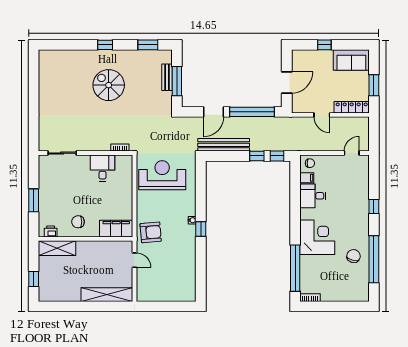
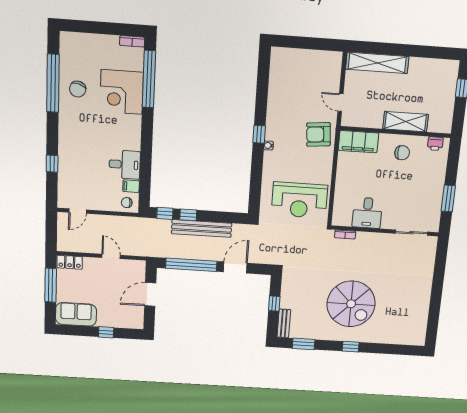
bench: (167, 77) -> (284, 323), moved
window: (177, 81) -> (274, 303), width x0.46
spiral stairs: (109, 85) -> (351, 304), width x1.37, depth x1.37
window: (374, 85) -> (51, 285), width x1.44
locker: (352, 107) -> (70, 262), width x0.66
bench: (224, 145) -> (202, 228), moved
window: (34, 200) -> (448, 199), moved
window: (374, 207) -> (52, 164), moved
corner desk: (317, 237) -> (122, 92), moved
shelving: (57, 248) -> (406, 122), moved

